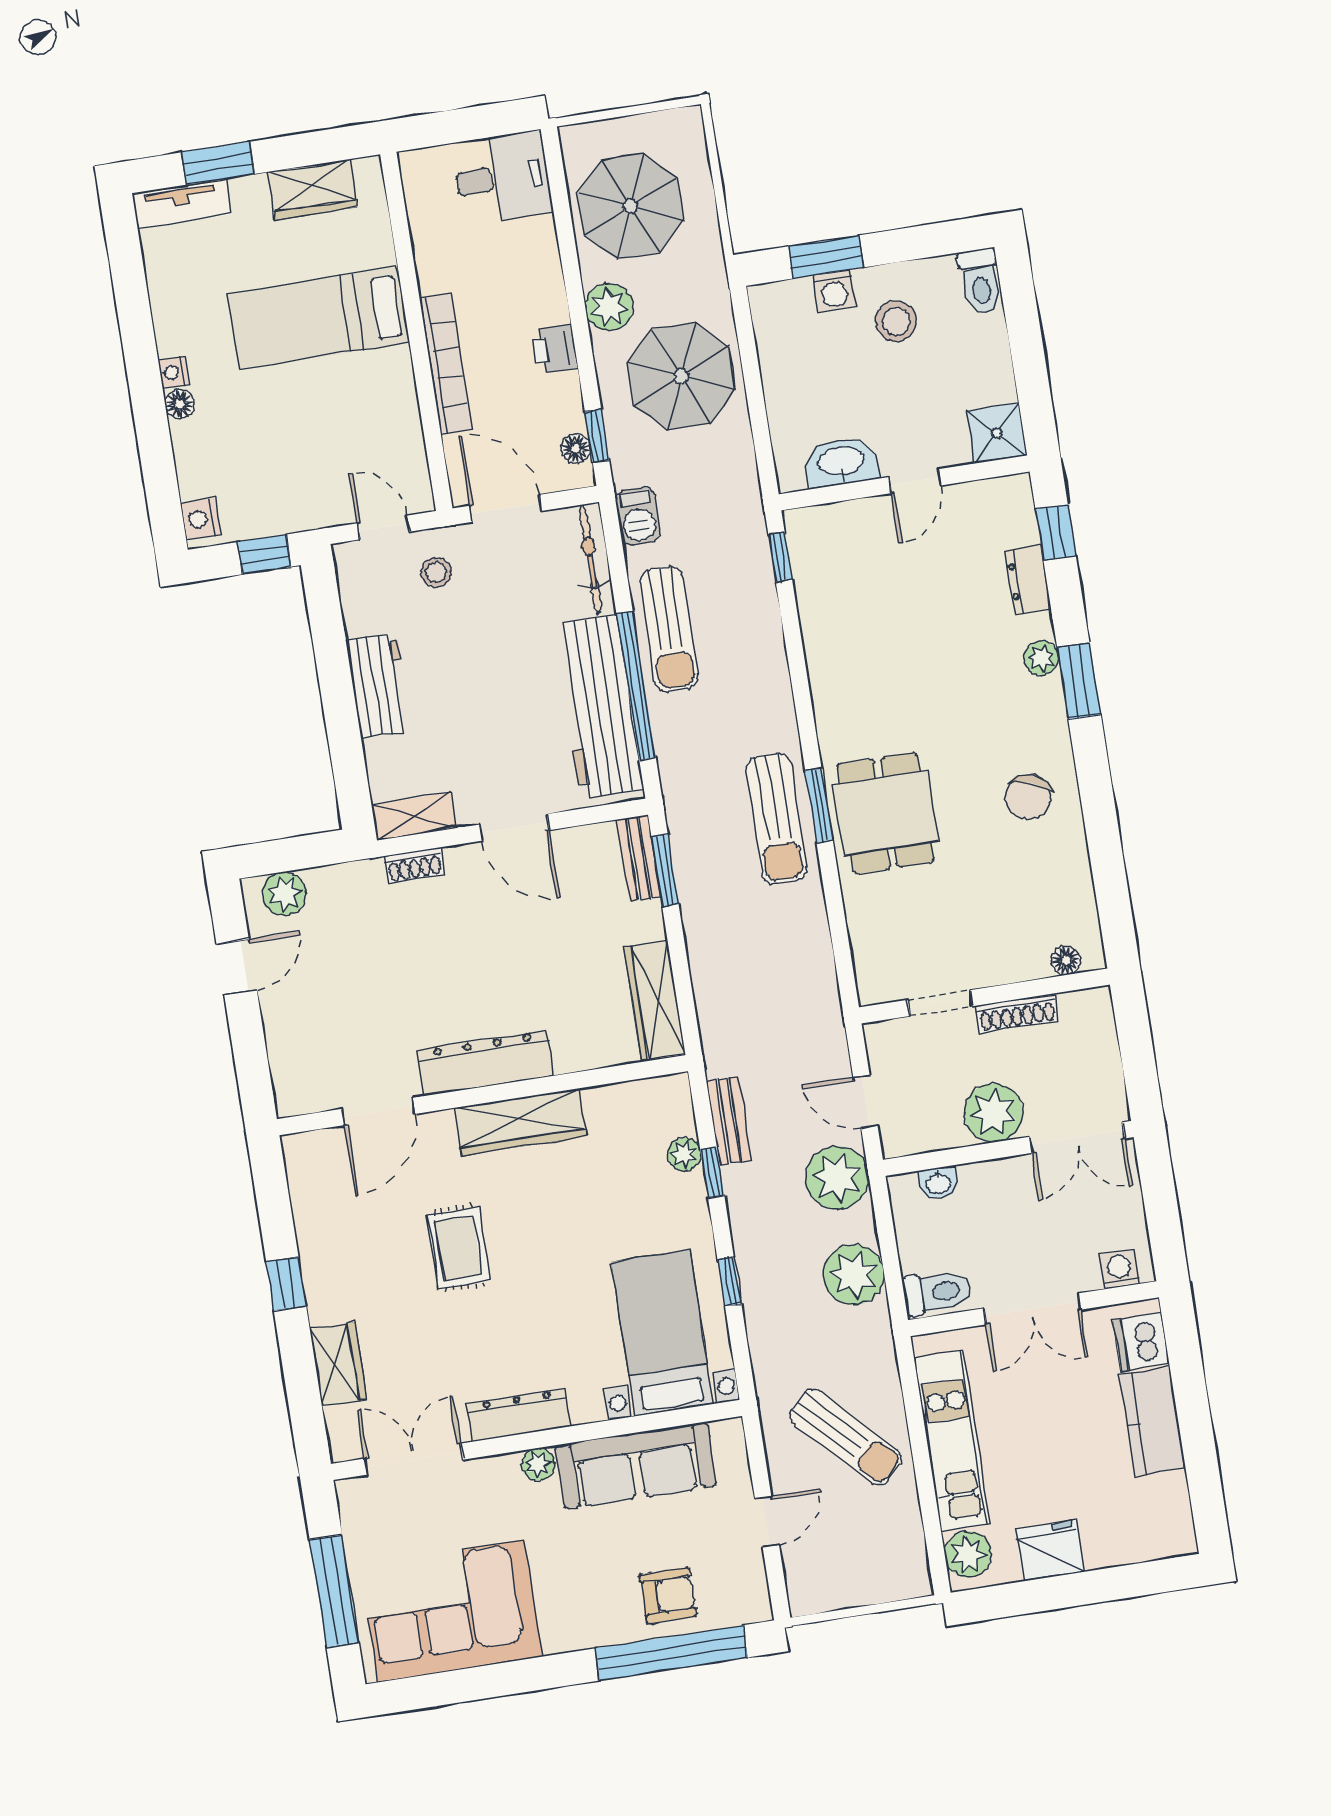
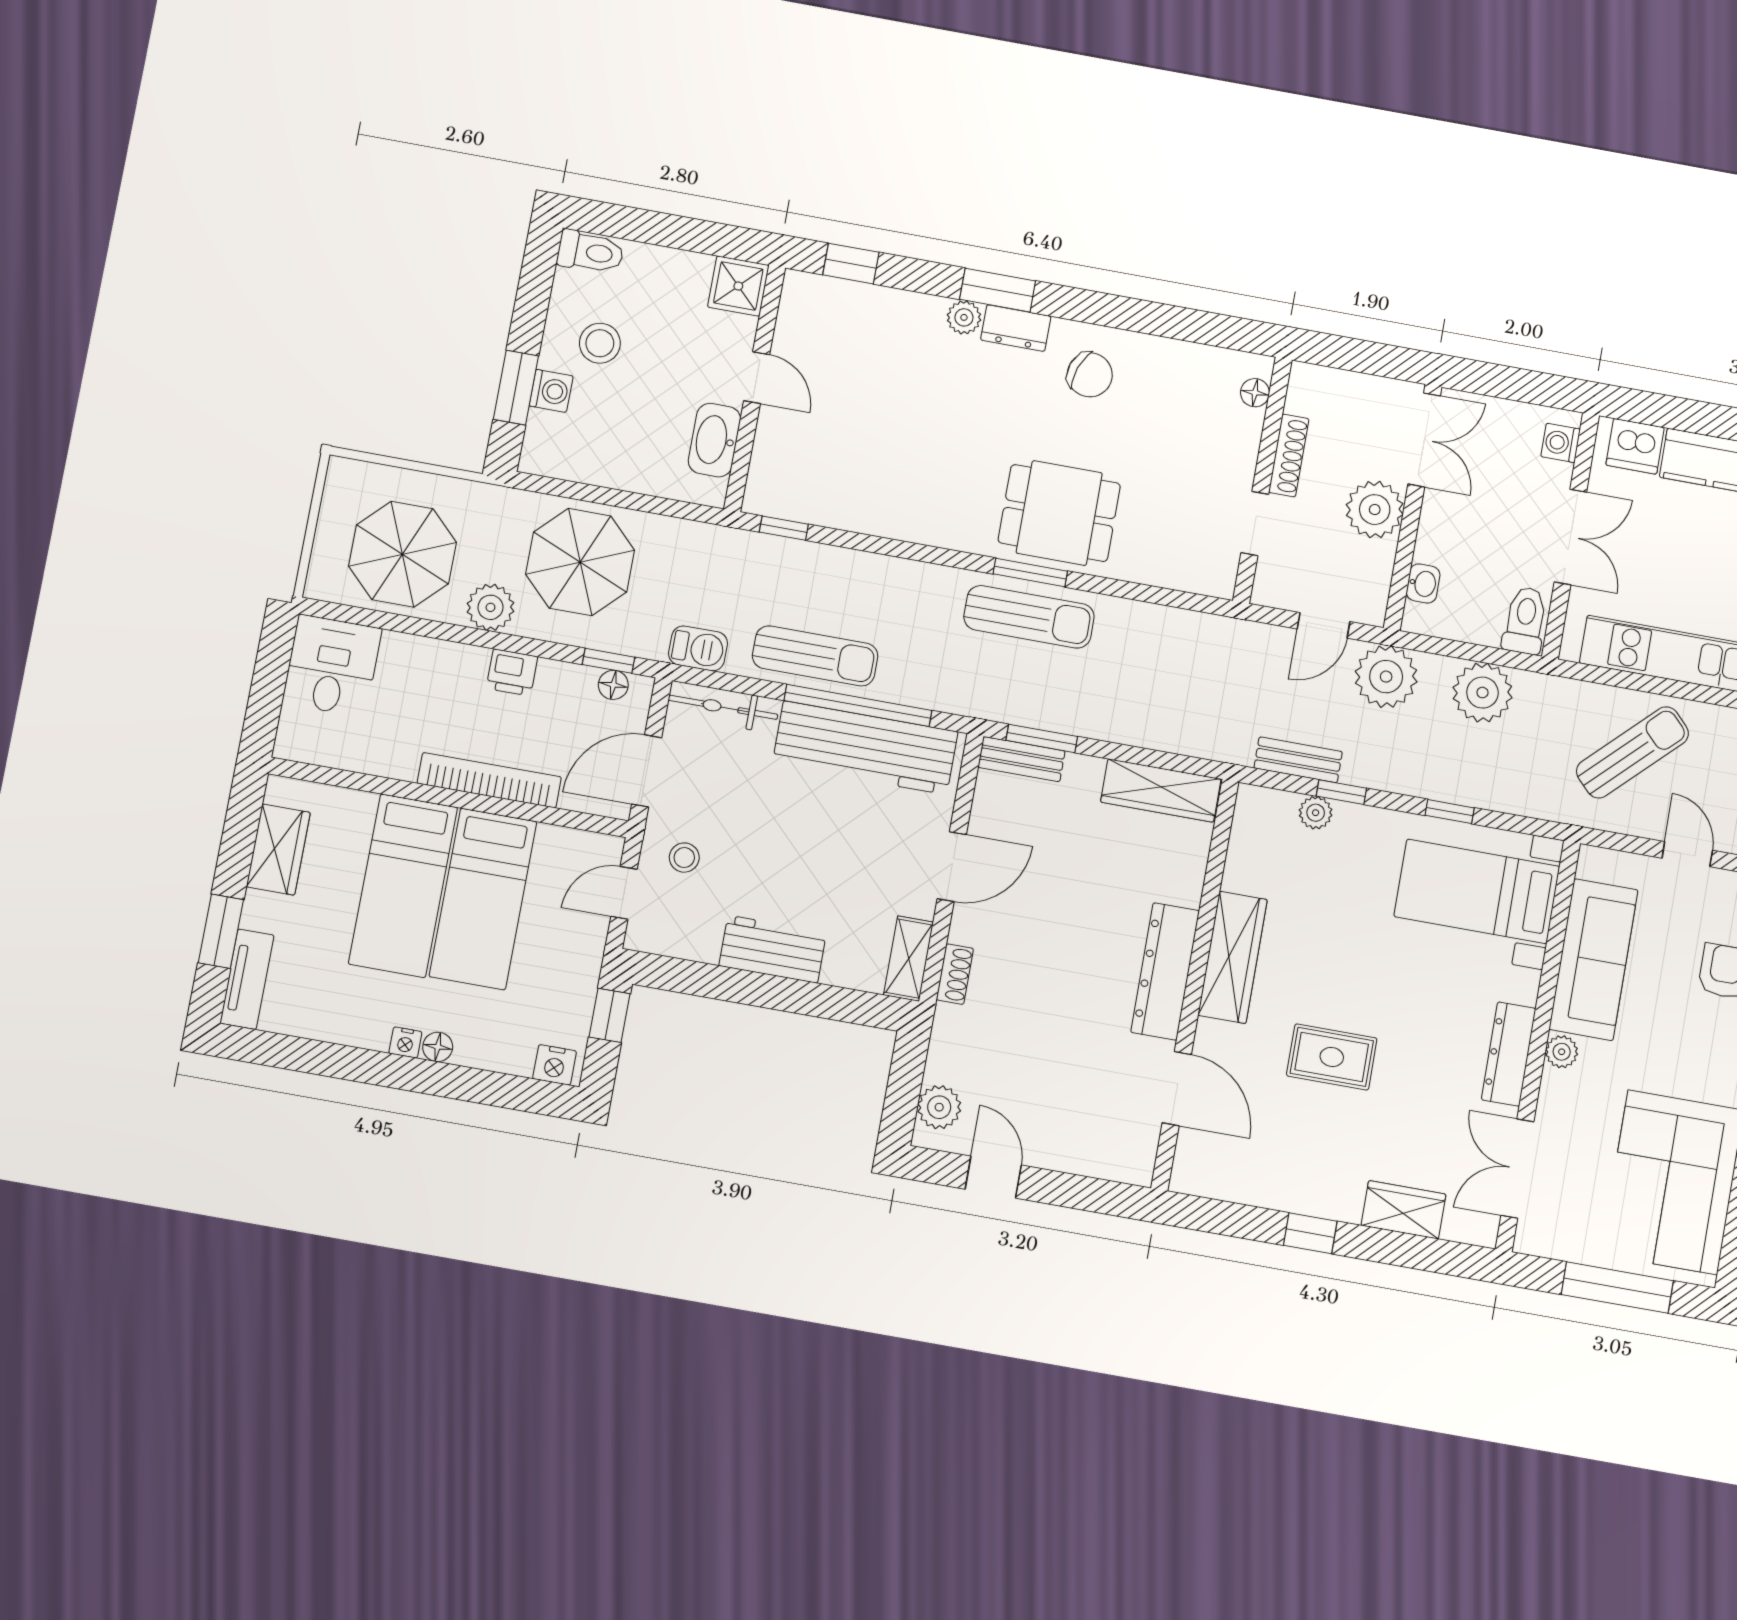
bed: (332, 397) -> (483, 899), added
dresser: (1028, 580) -> (1016, 328), moved

